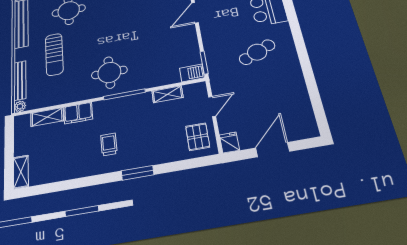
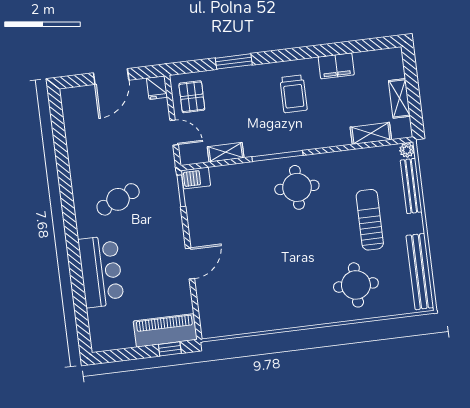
door: (212, 106) -> (174, 133), swing flipped
filing cabinet: (78, 113) -> (336, 66), moved, turned 180
trolley: (109, 144) -> (294, 94), width x1.36, depth x1.39
shelving: (21, 172) -> (399, 98), moved
window: (138, 173) -> (234, 61), moved

